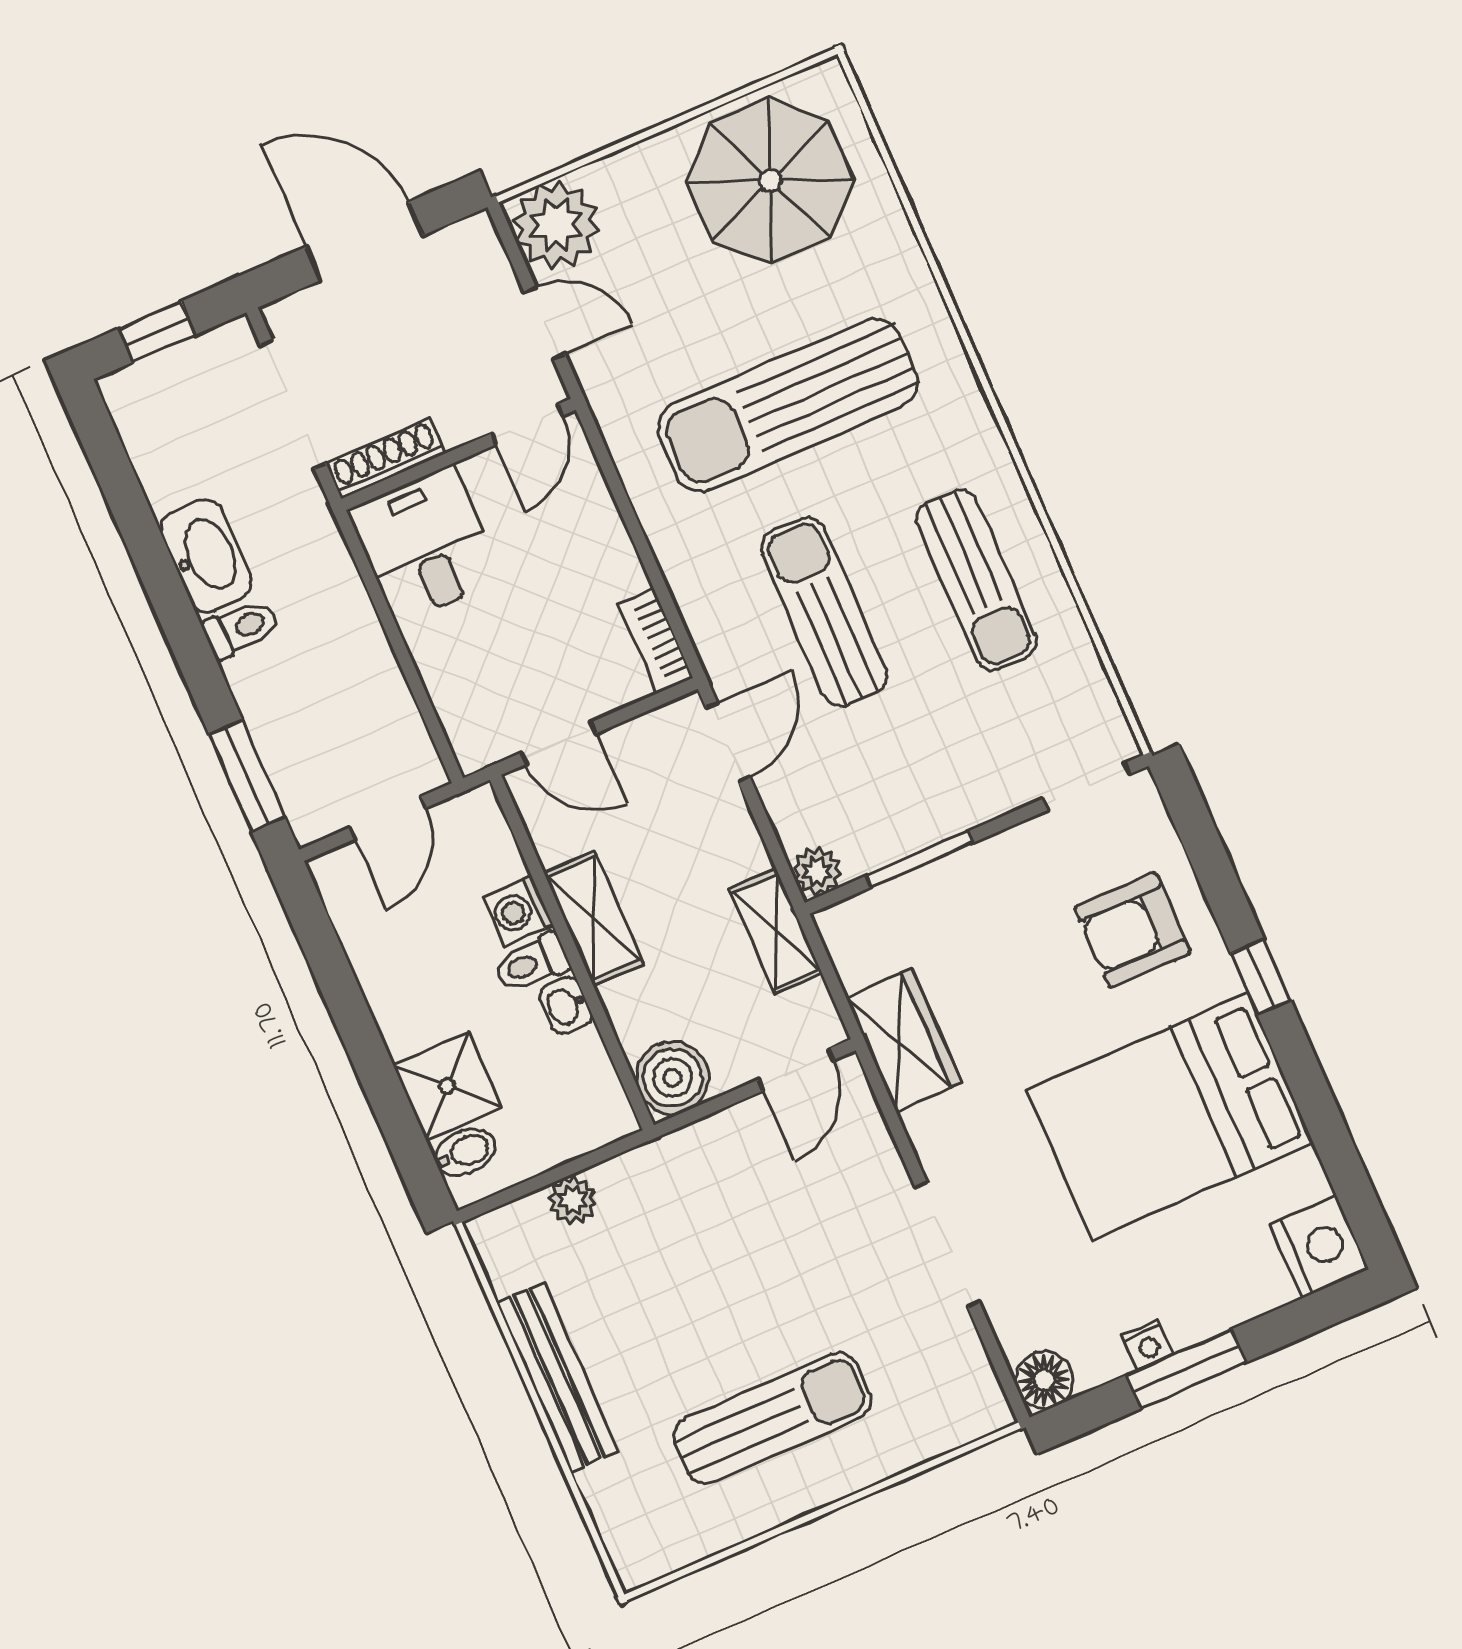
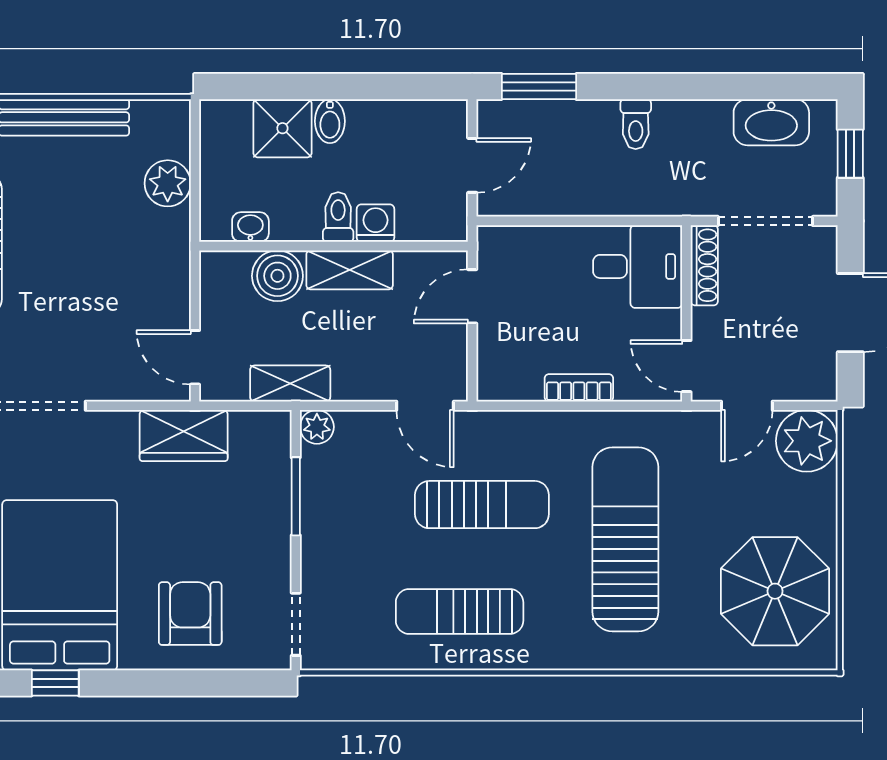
washbasin: (206, 556) -> (771, 122), moved
bookcase: (656, 641) -> (579, 388), moved
door: (388, 818) -> (472, 165), swing flipped
window: (1261, 977) -> (55, 683), moved
washbasin: (566, 1006) -> (250, 227), moved
boiler: (673, 1078) -> (277, 276), moved
bidet: (465, 1152) -> (330, 121), moved
plant: (573, 1200) -> (168, 183), width x1.38, depth x1.38

